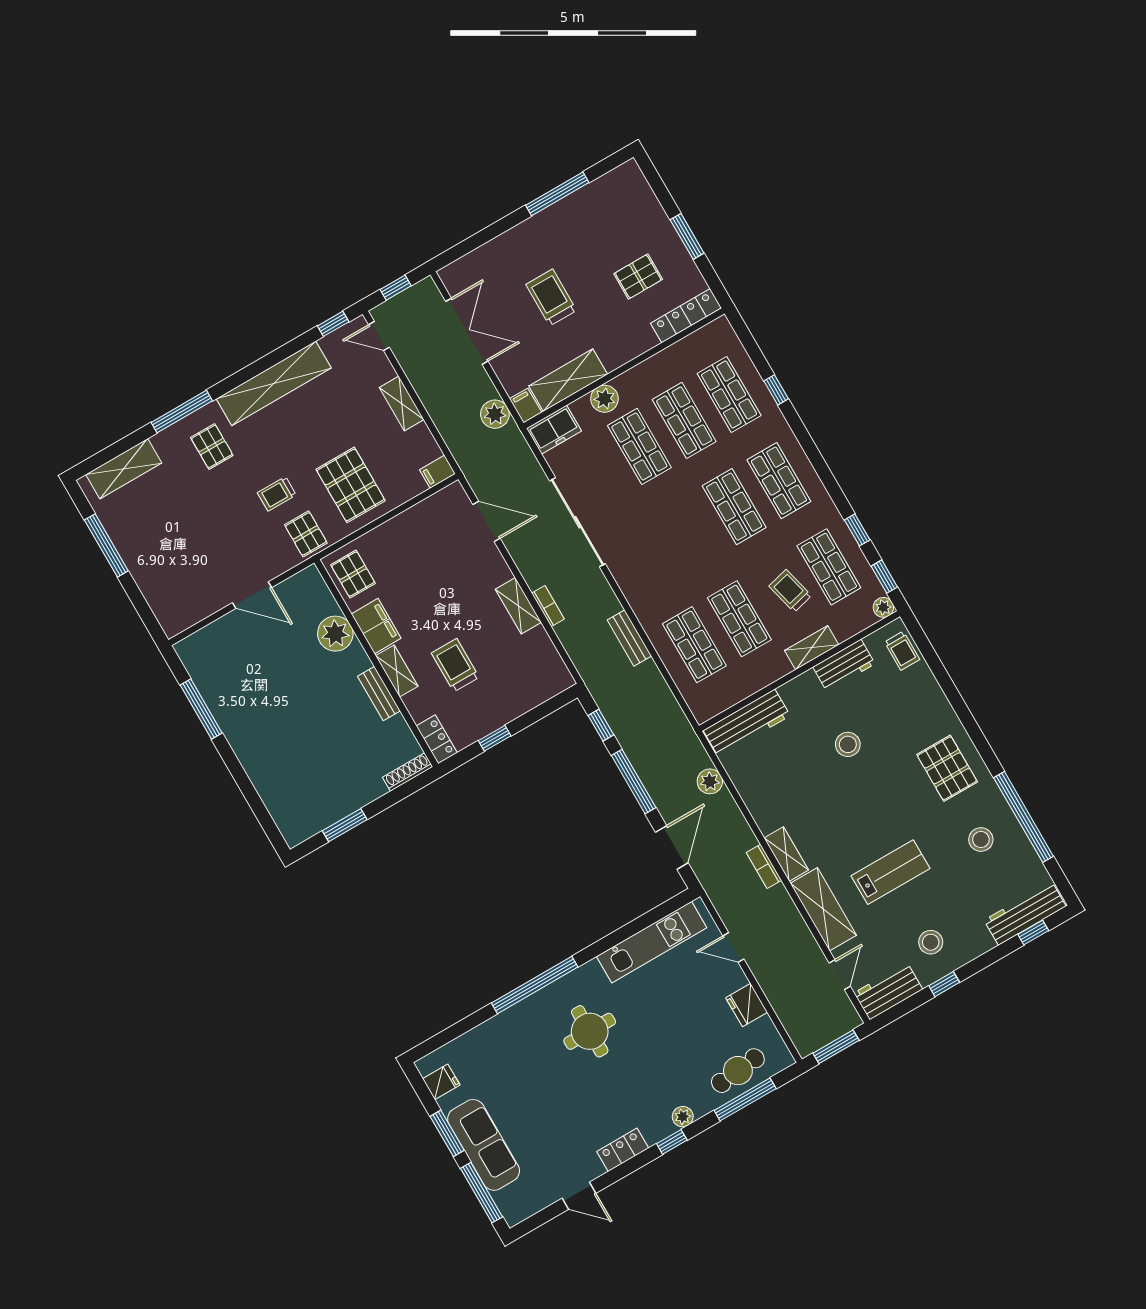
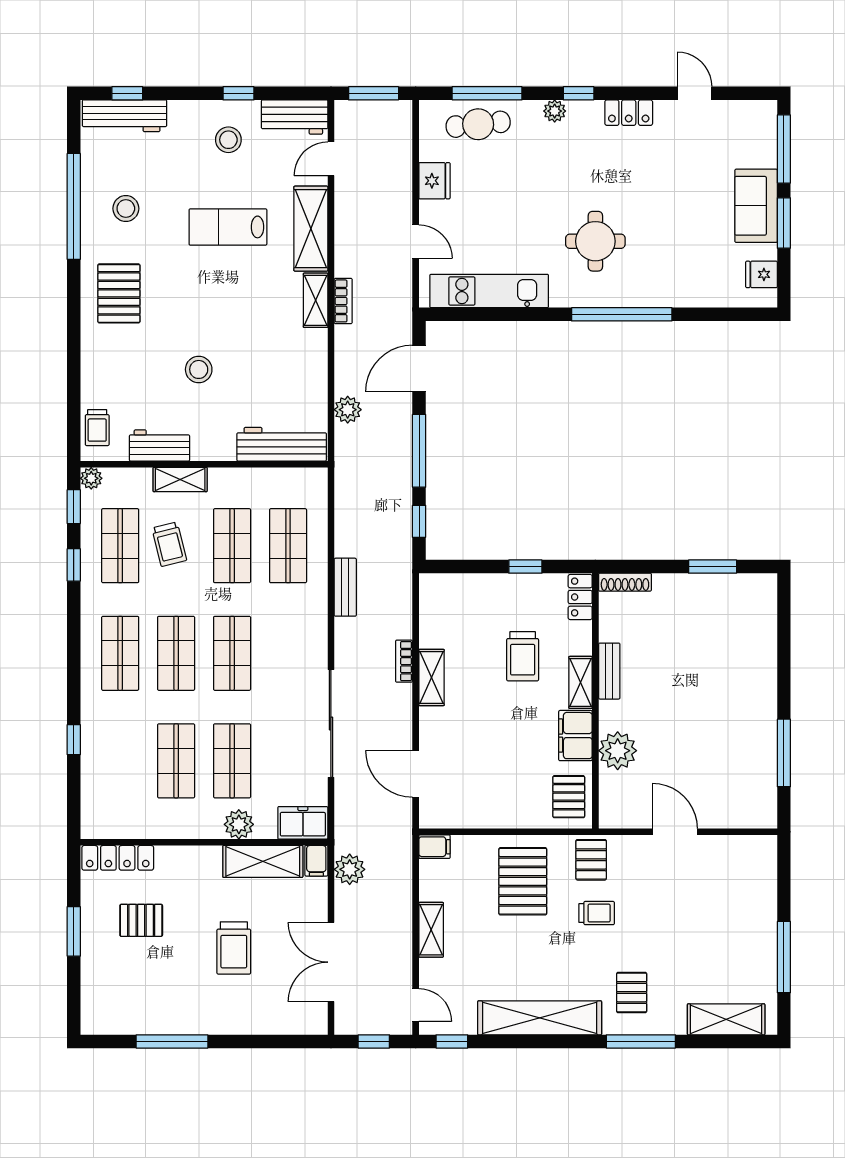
shop shelf: (729, 395) -> (232, 653), moved
trolley: (902, 651) -> (97, 428), turned 180
sofa: (484, 1145) -> (756, 206), width x0.73

